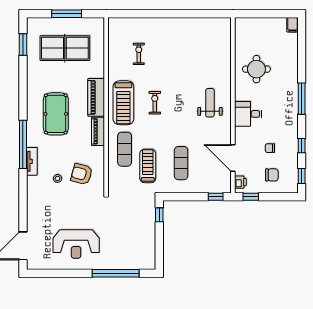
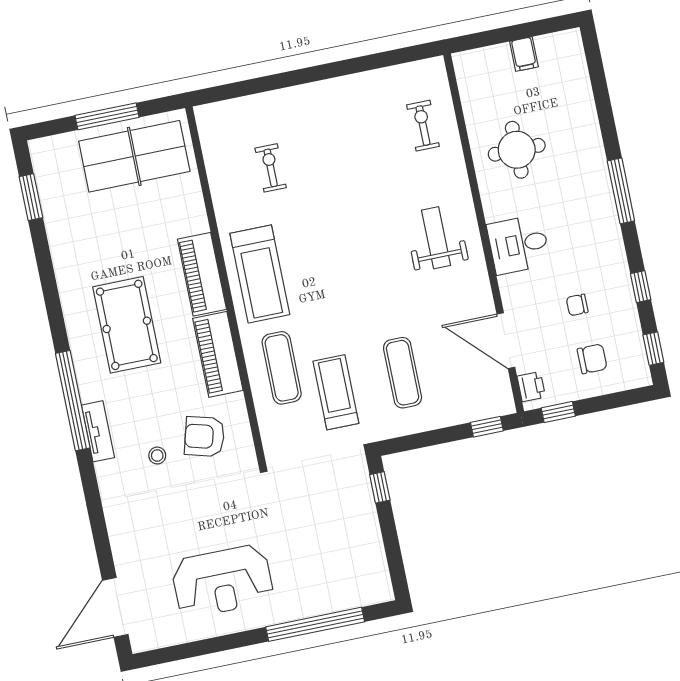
filing cabinet: (292, 25) -> (524, 54), moved
table tennis table: (65, 48) -> (134, 156), moved
exercise bike: (155, 103) -> (423, 126), moved
piano: (98, 131) -> (218, 354), width x1.37, depth x1.33

